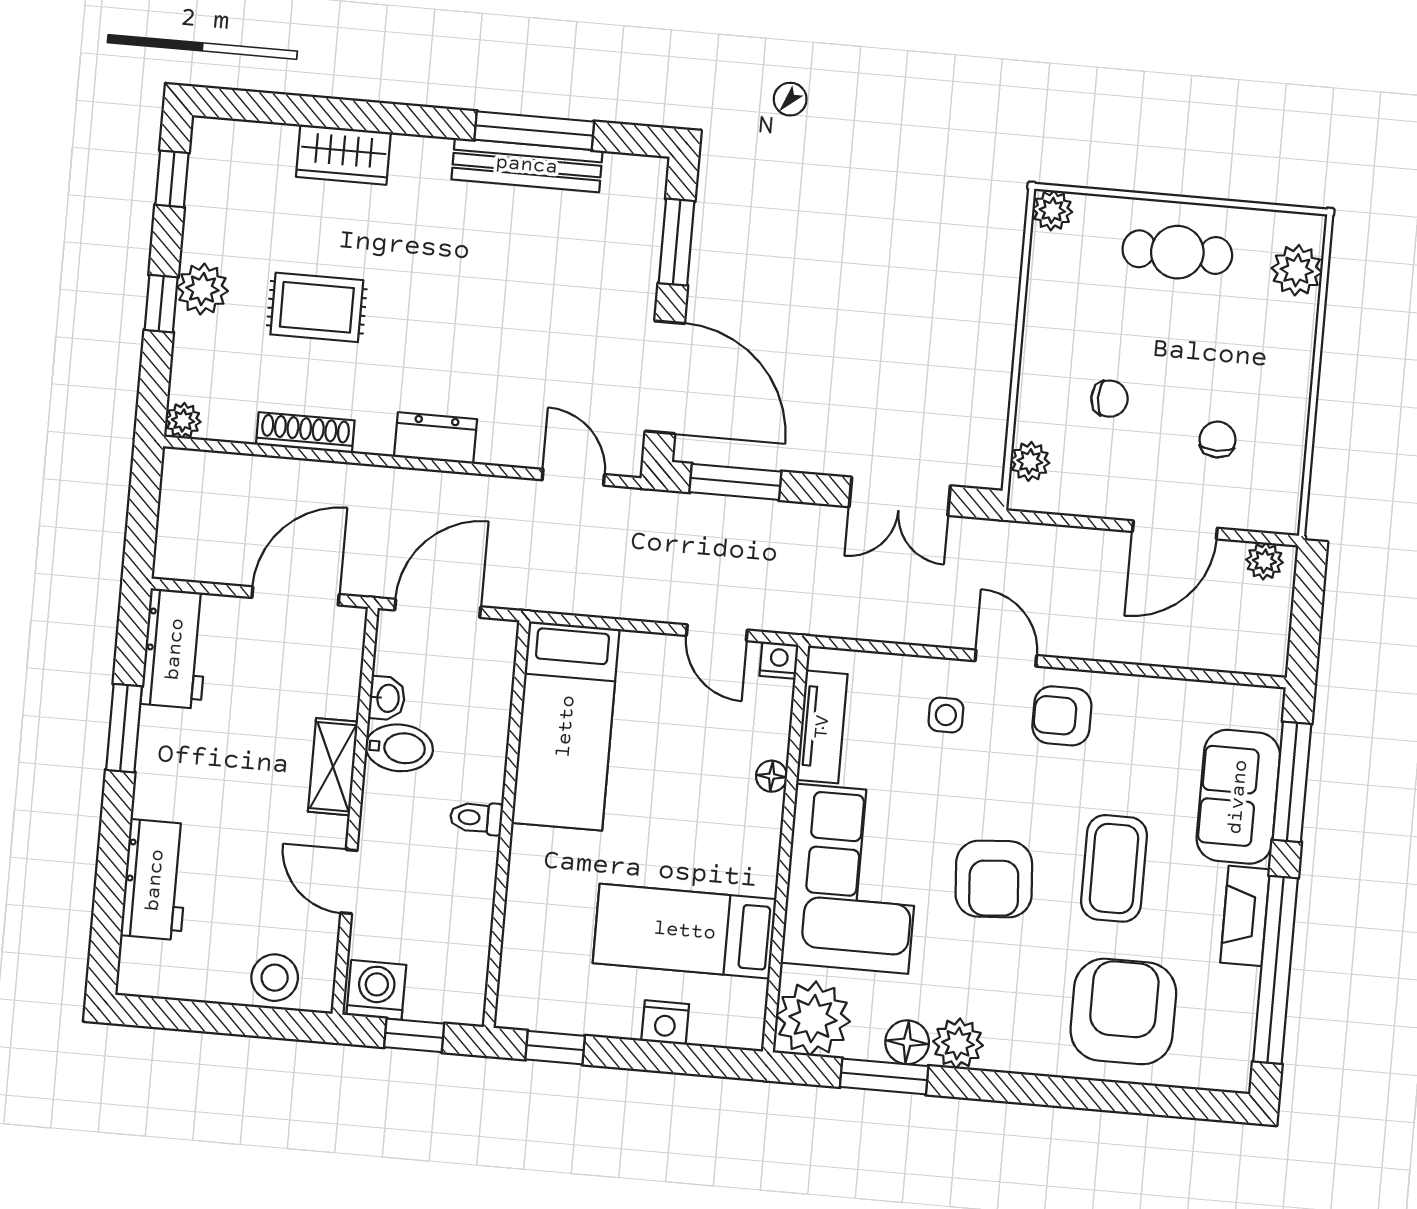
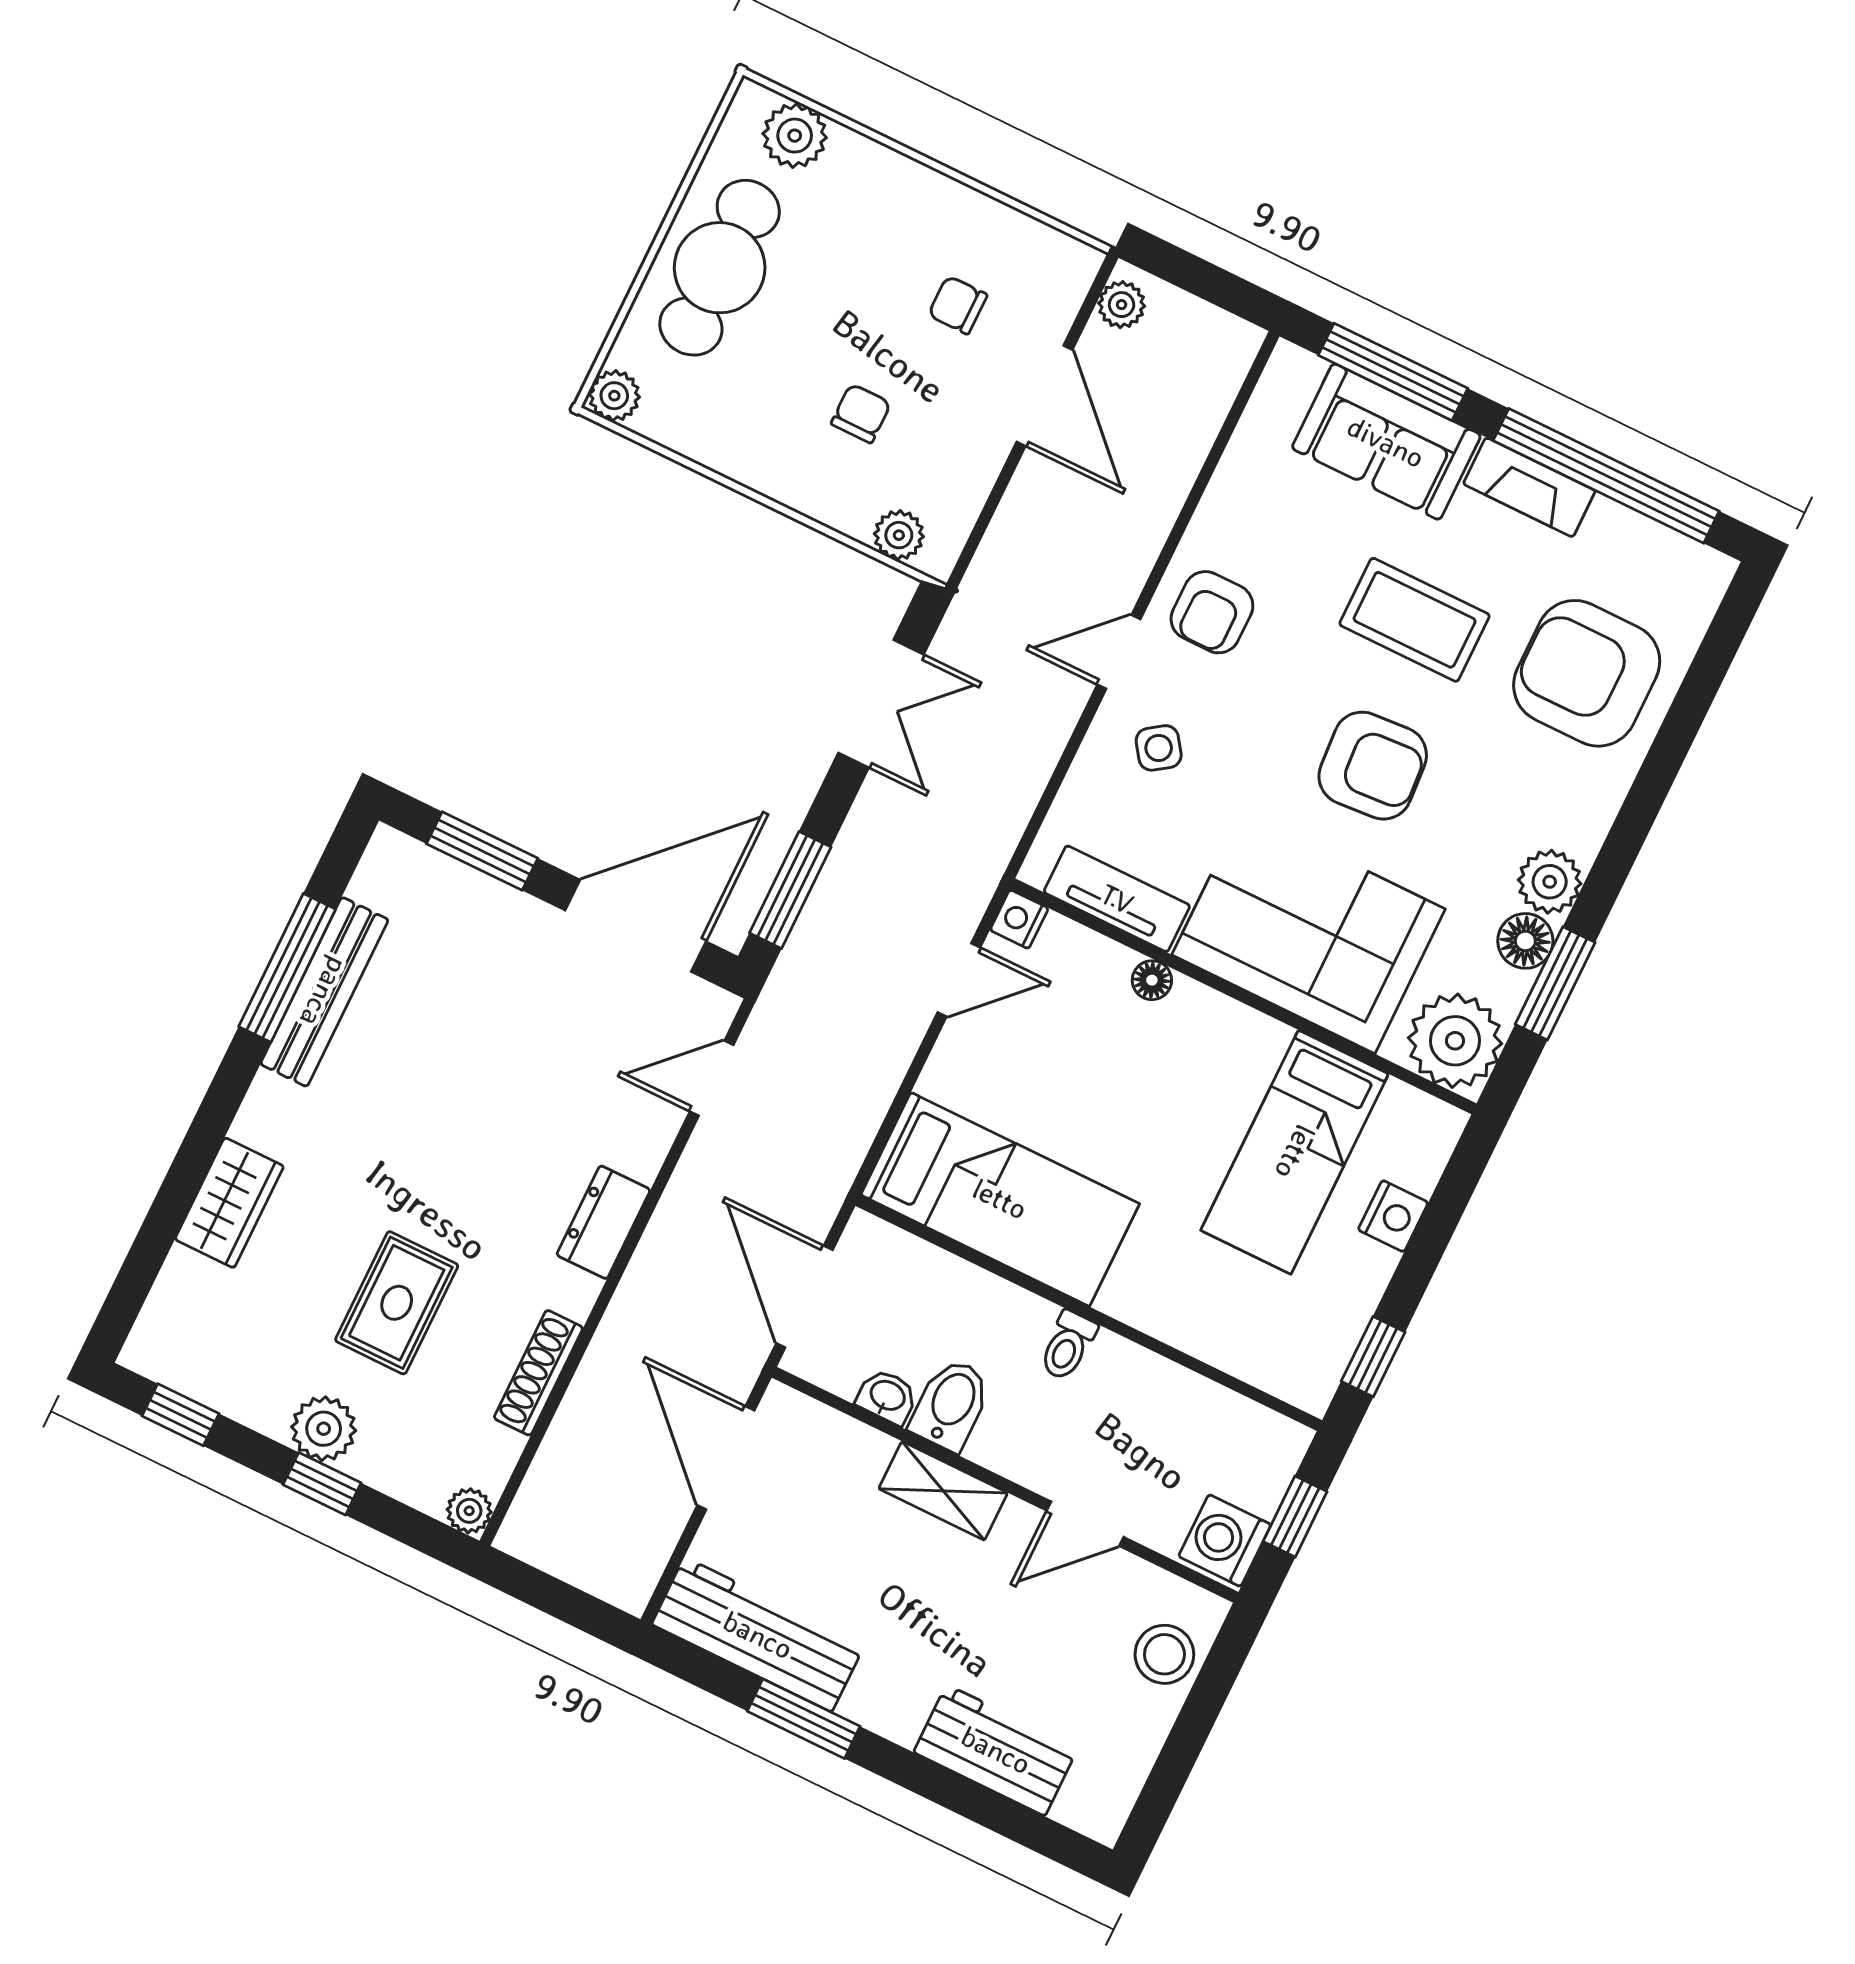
cafe table: (1177, 252) -> (720, 268), width x1.37, depth x1.35
workbench: (175, 649) -> (758, 1635), width x1.38
side table: (946, 715) -> (1159, 748), turned -35

